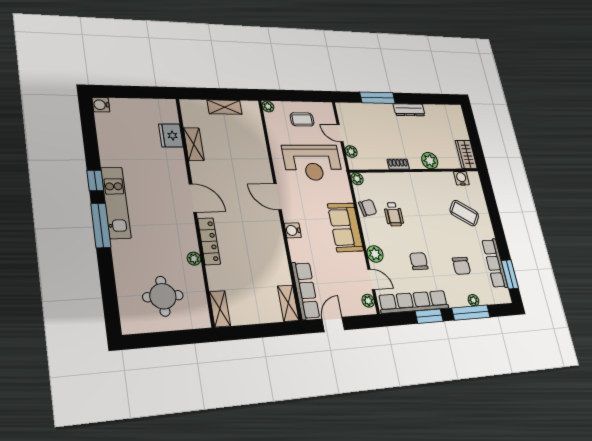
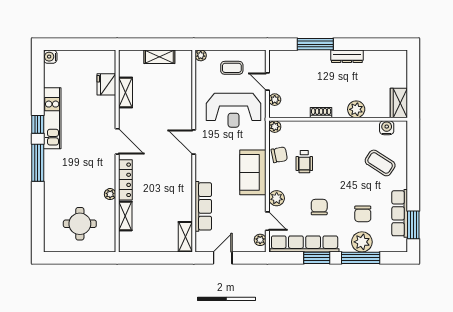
kitchen unit: (116, 203) -> (52, 118), moved
water cooler: (293, 230) -> (202, 173), removed
row of seats: (306, 290) -> (203, 206), moved
plant: (474, 300) -> (362, 242), width x1.88, depth x1.88
shelving: (220, 309) -> (125, 216), moved

